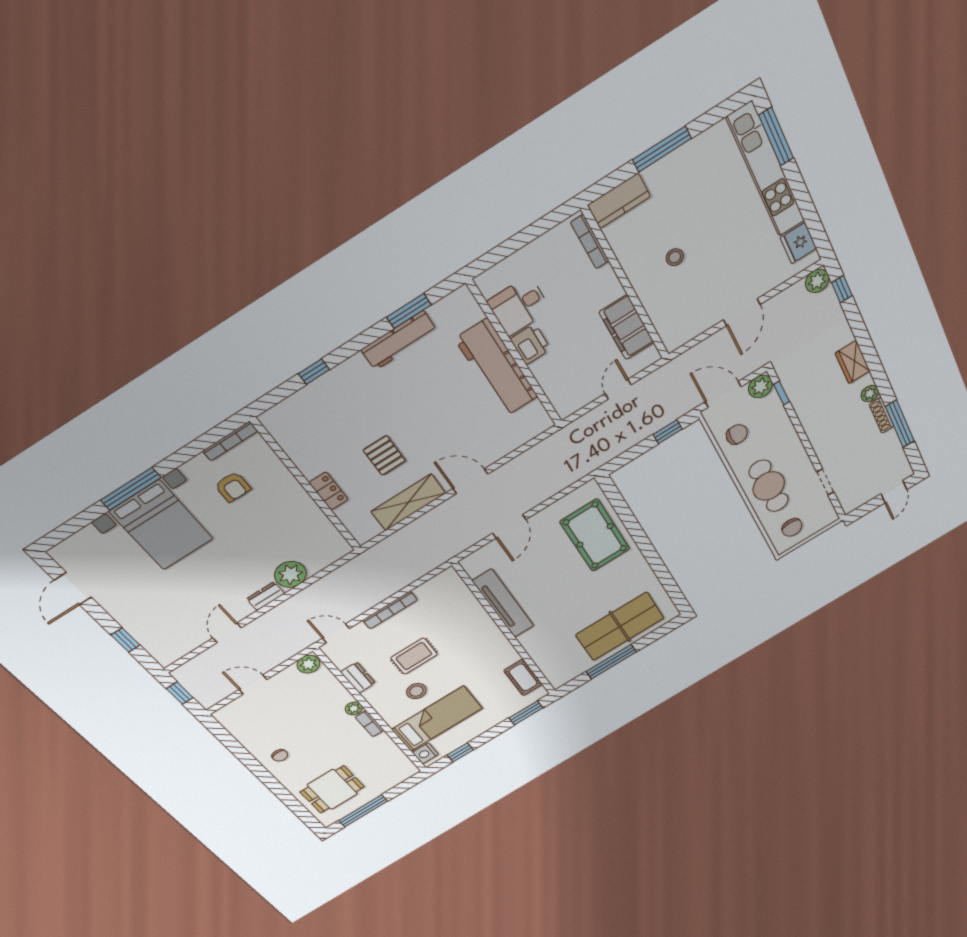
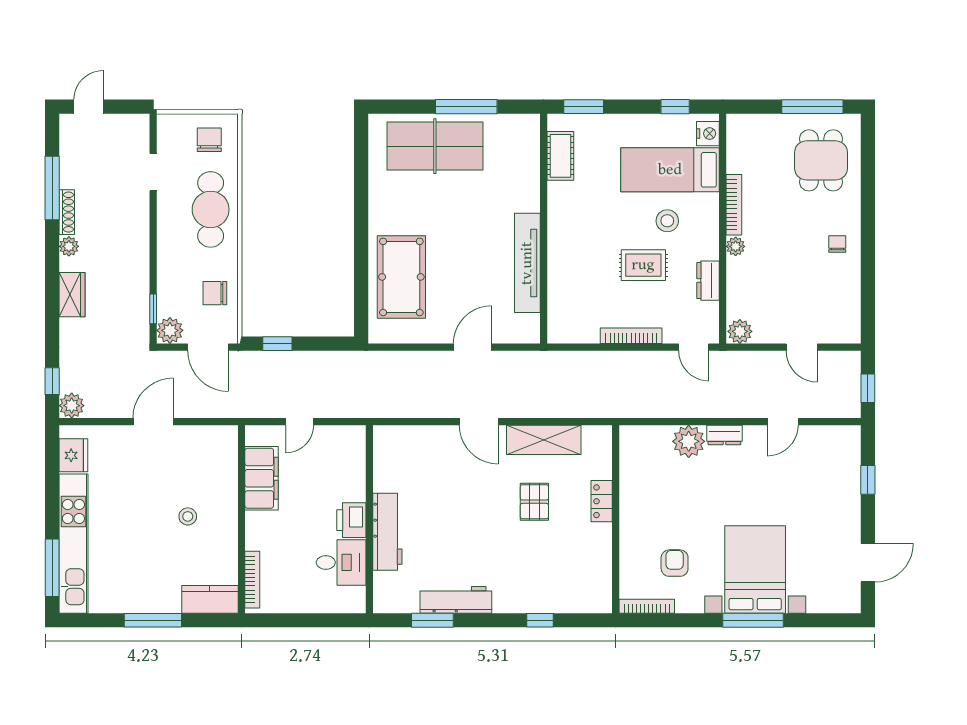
workbench: (497, 368) -> (387, 532), width x0.73, depth x0.76
bookcase: (370, 724) -> (734, 205), width x1.56
dining table: (332, 789) -> (821, 160), turned 90

